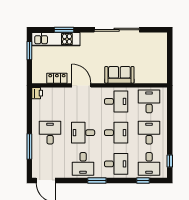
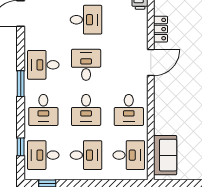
sofa: (119, 75) -> (165, 155), moved

